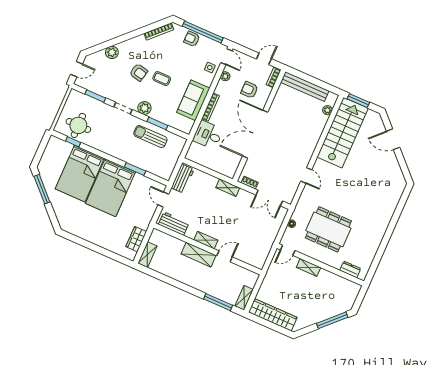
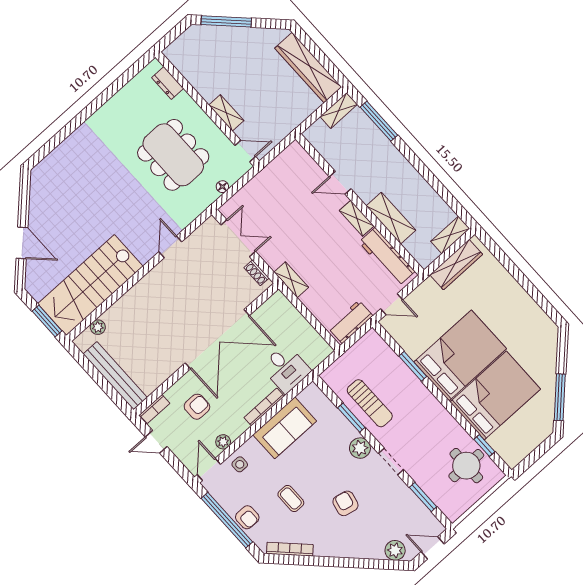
plant: (112, 52) -> (395, 550), moved
coffee table: (162, 79) -> (291, 498), moved
armchair: (249, 90) -> (197, 407), turned -90
door: (163, 199) -> (392, 304), hinge flipped
workbench: (174, 224) -> (387, 257), width x1.38
wardrobe: (136, 239) -> (456, 265), width x1.50
shelving: (199, 255) -> (391, 218), moved

